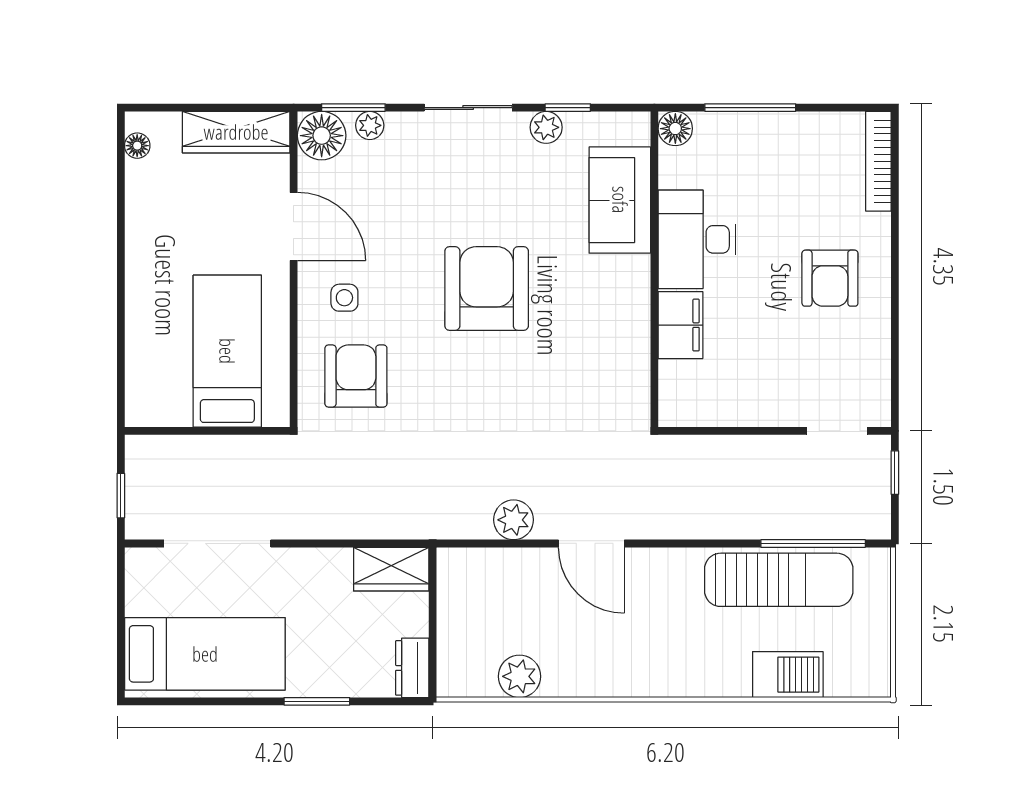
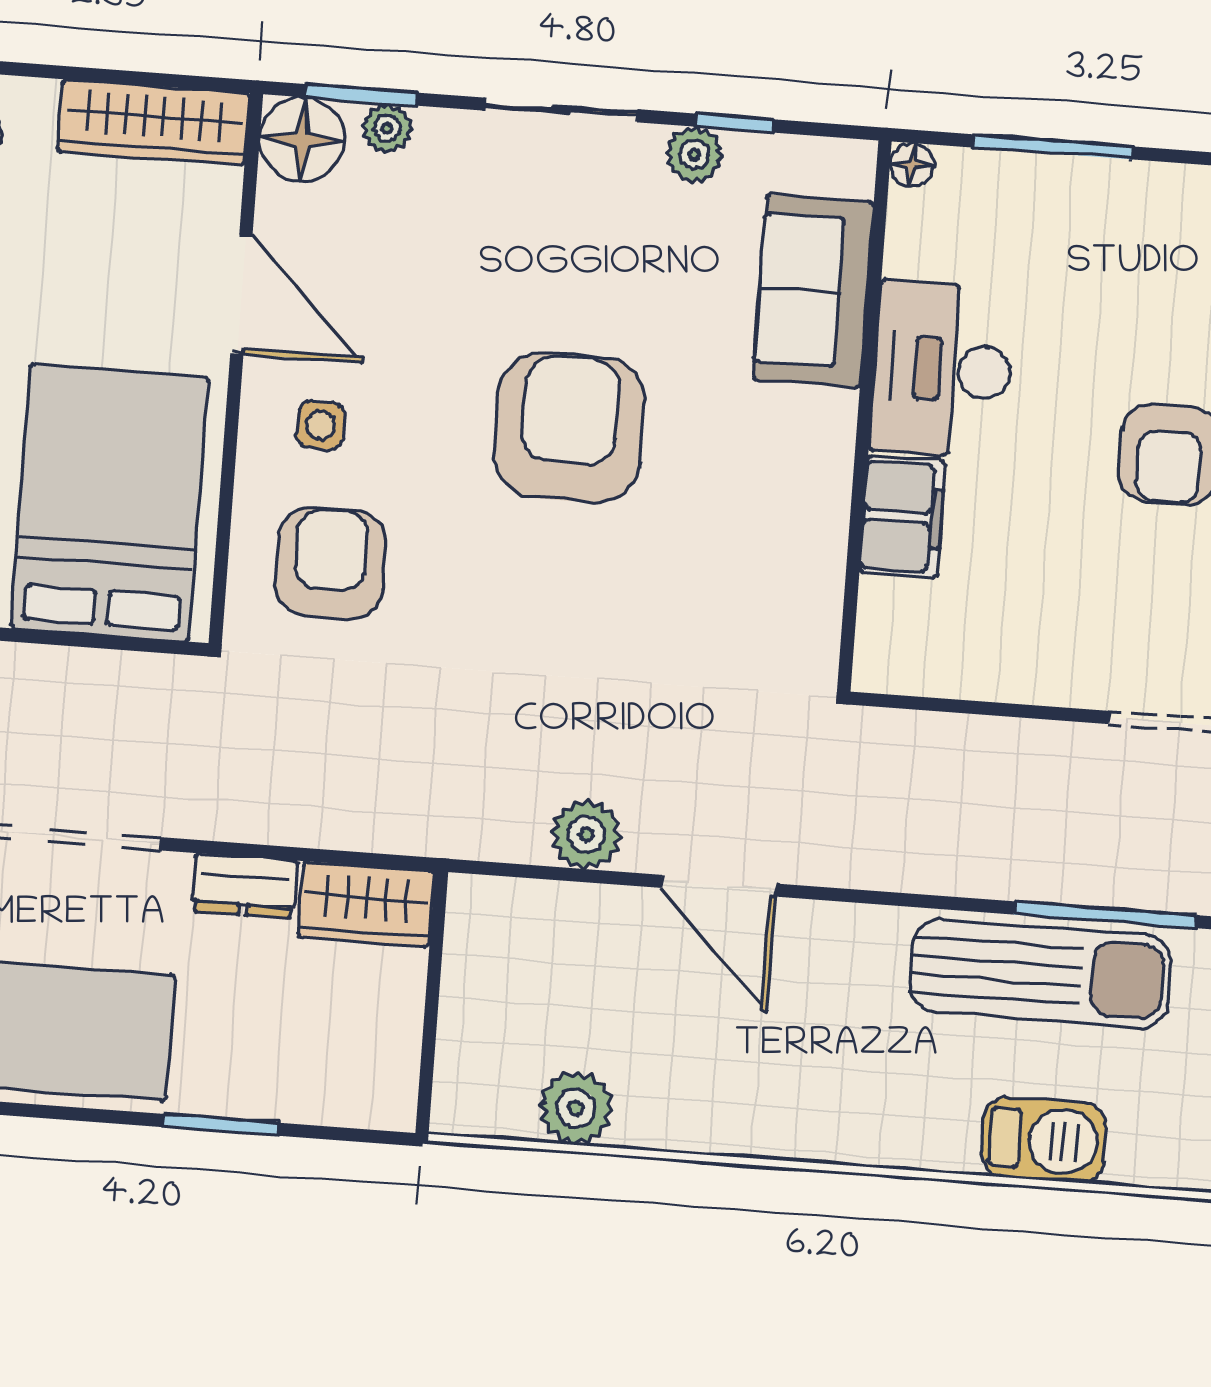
floor lamp: (675, 129) -> (912, 165), width x0.73, depth x0.73
bed: (227, 351) -> (109, 503), width x1.50
dresser: (412, 668) -> (245, 886), moved, turned -90

